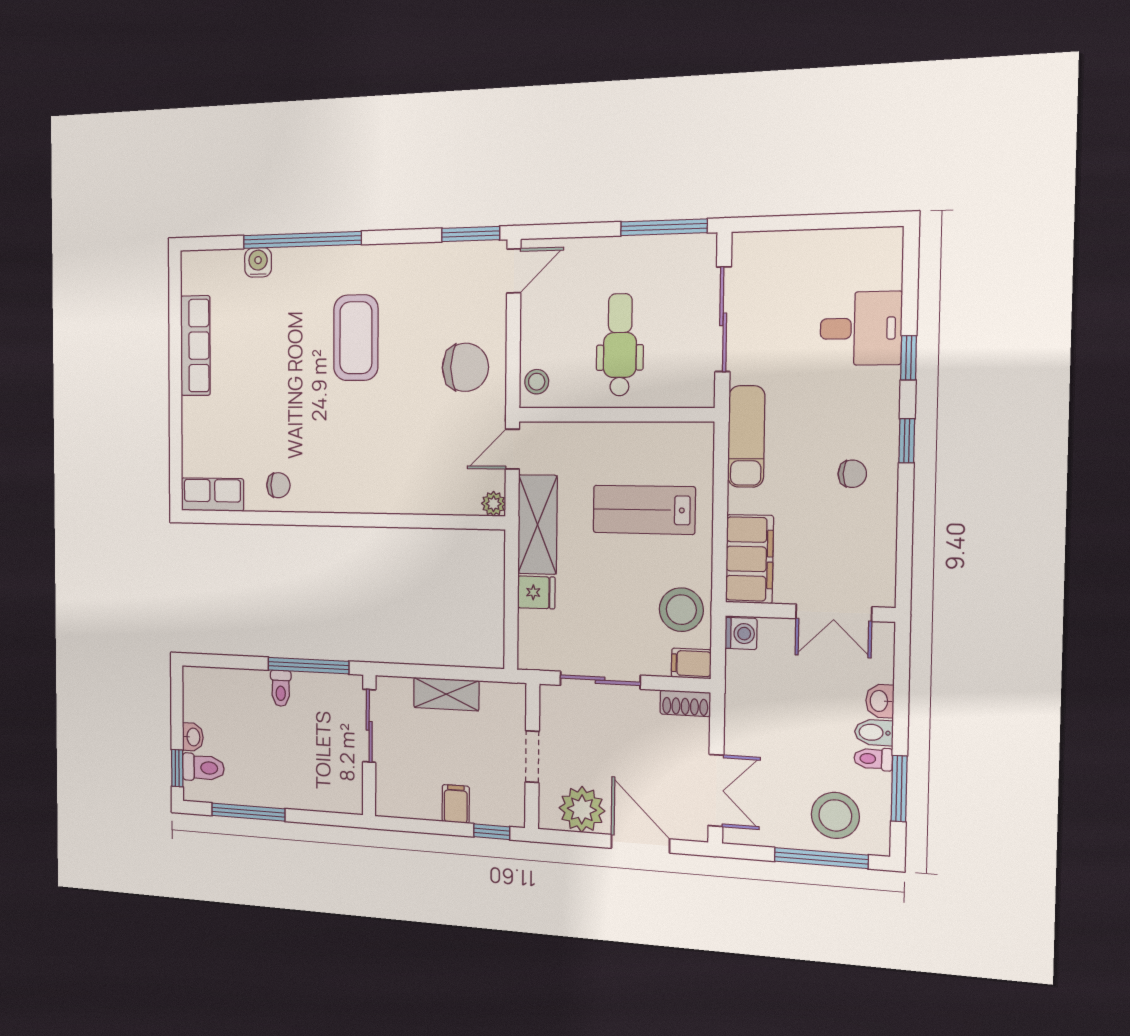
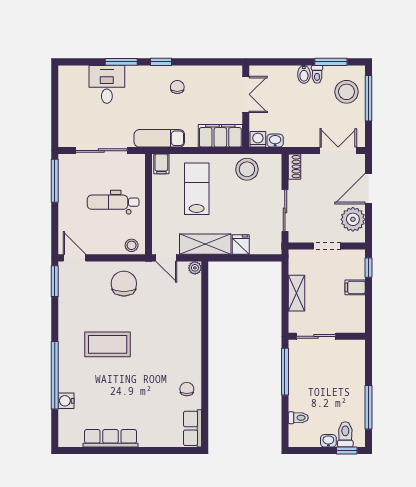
window: (909, 358) -> (121, 62), width x1.50
lab bench: (644, 510) -> (197, 189), turned 180
filing cabinet: (691, 663) -> (161, 164), moved
toilet: (281, 688) -> (298, 418), moved
washbasin: (880, 701) -> (275, 141), moved, turned 180

